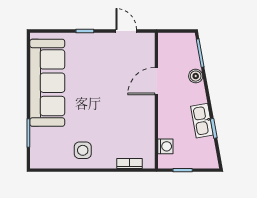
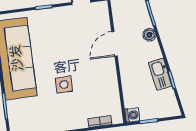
washing machine: (165, 146) -> (132, 115), moved
side table: (83, 150) -> (64, 85), moved

